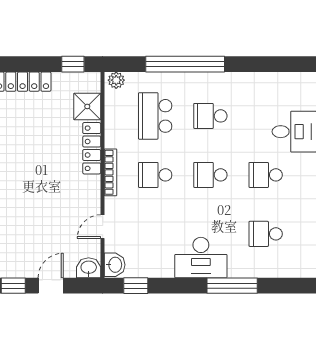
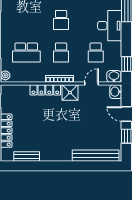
shower: (87, 106) -> (70, 93), moved
school desk: (210, 116) -> (96, 53), moved
door: (103, 227) -> (91, 84), swing flipped

